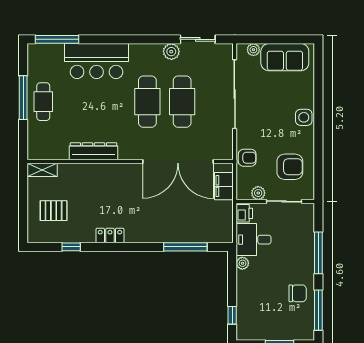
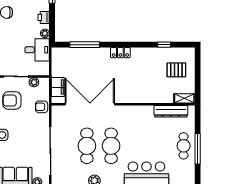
dresser: (93, 151) -> (171, 111), moved
printer: (244, 213) -> (44, 17), moved
locker: (110, 236) -> (120, 53), moved

